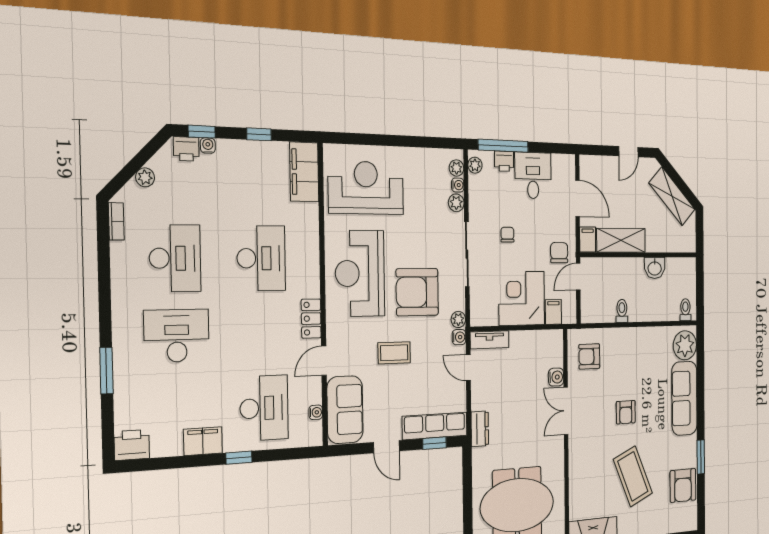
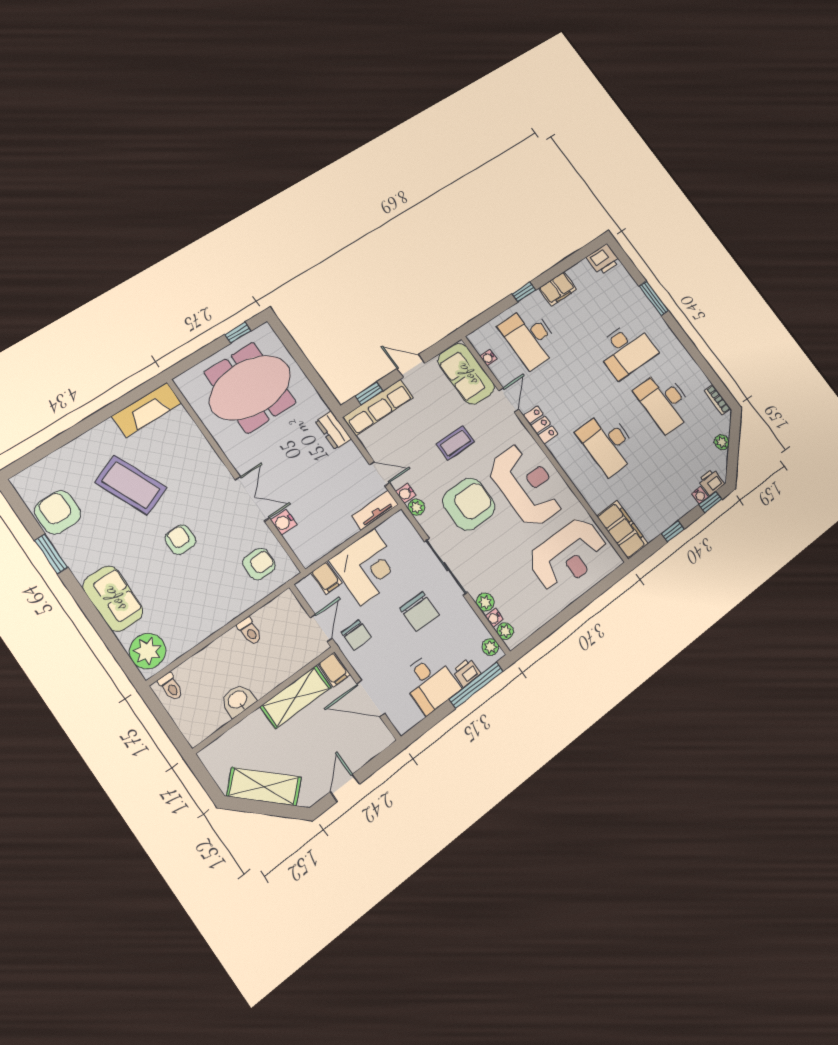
chair: (507, 235) -> (419, 612), width x1.87, depth x1.87
sofa: (684, 398) -> (113, 599), width x0.73

